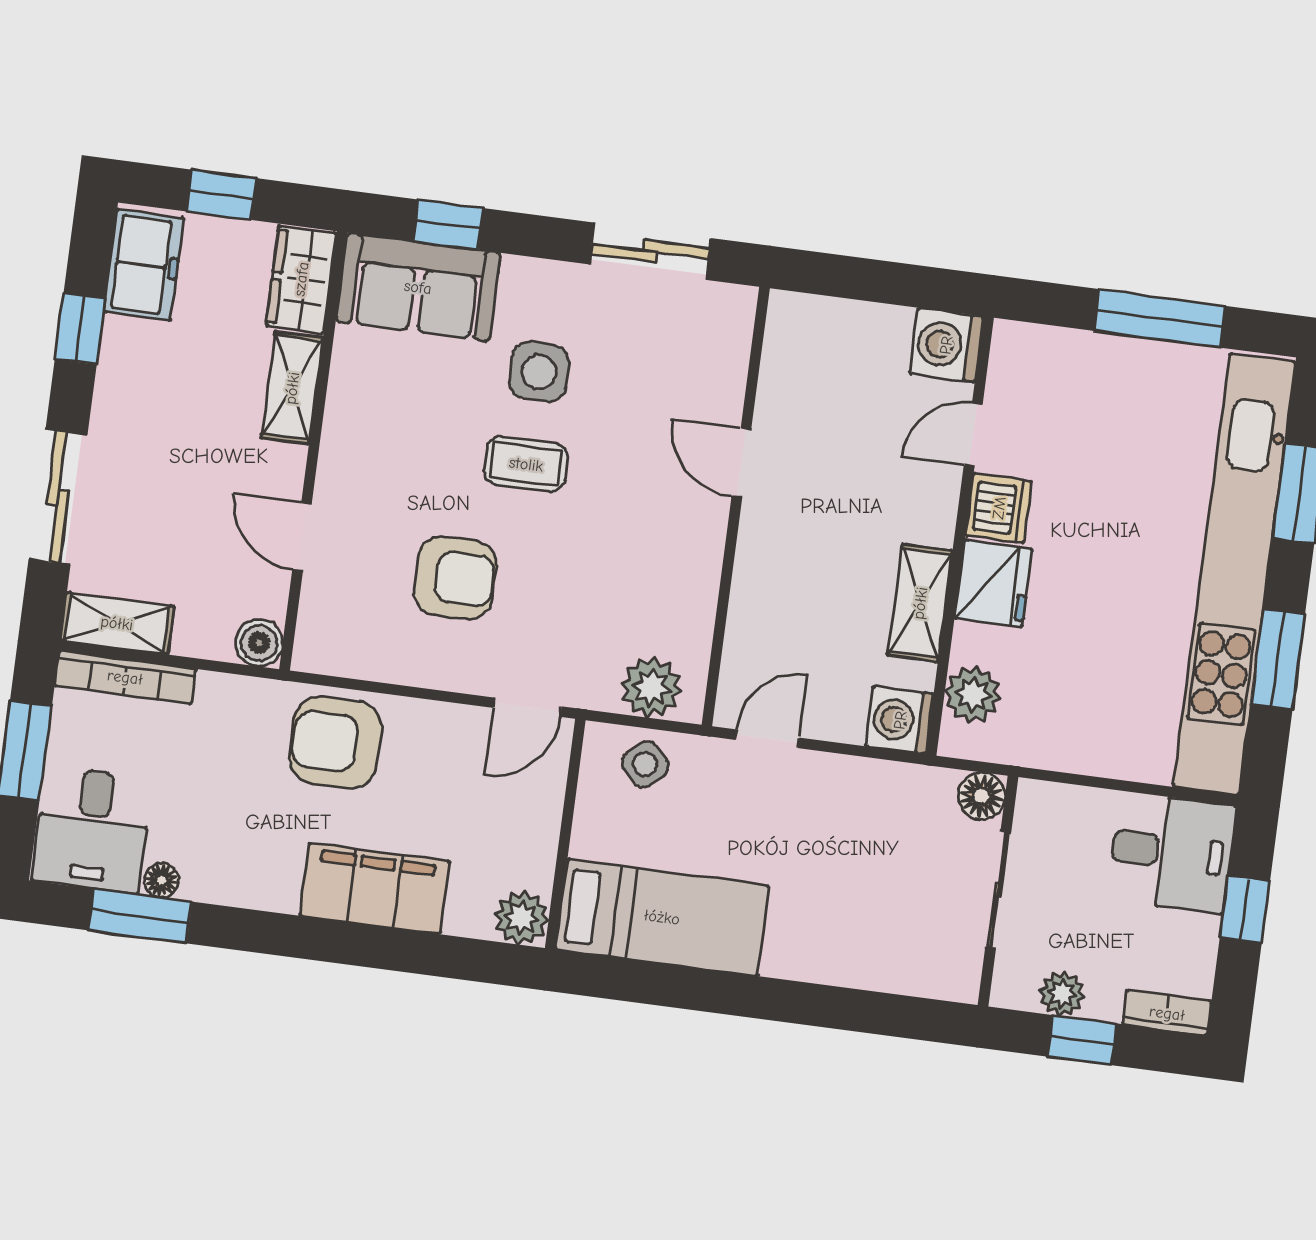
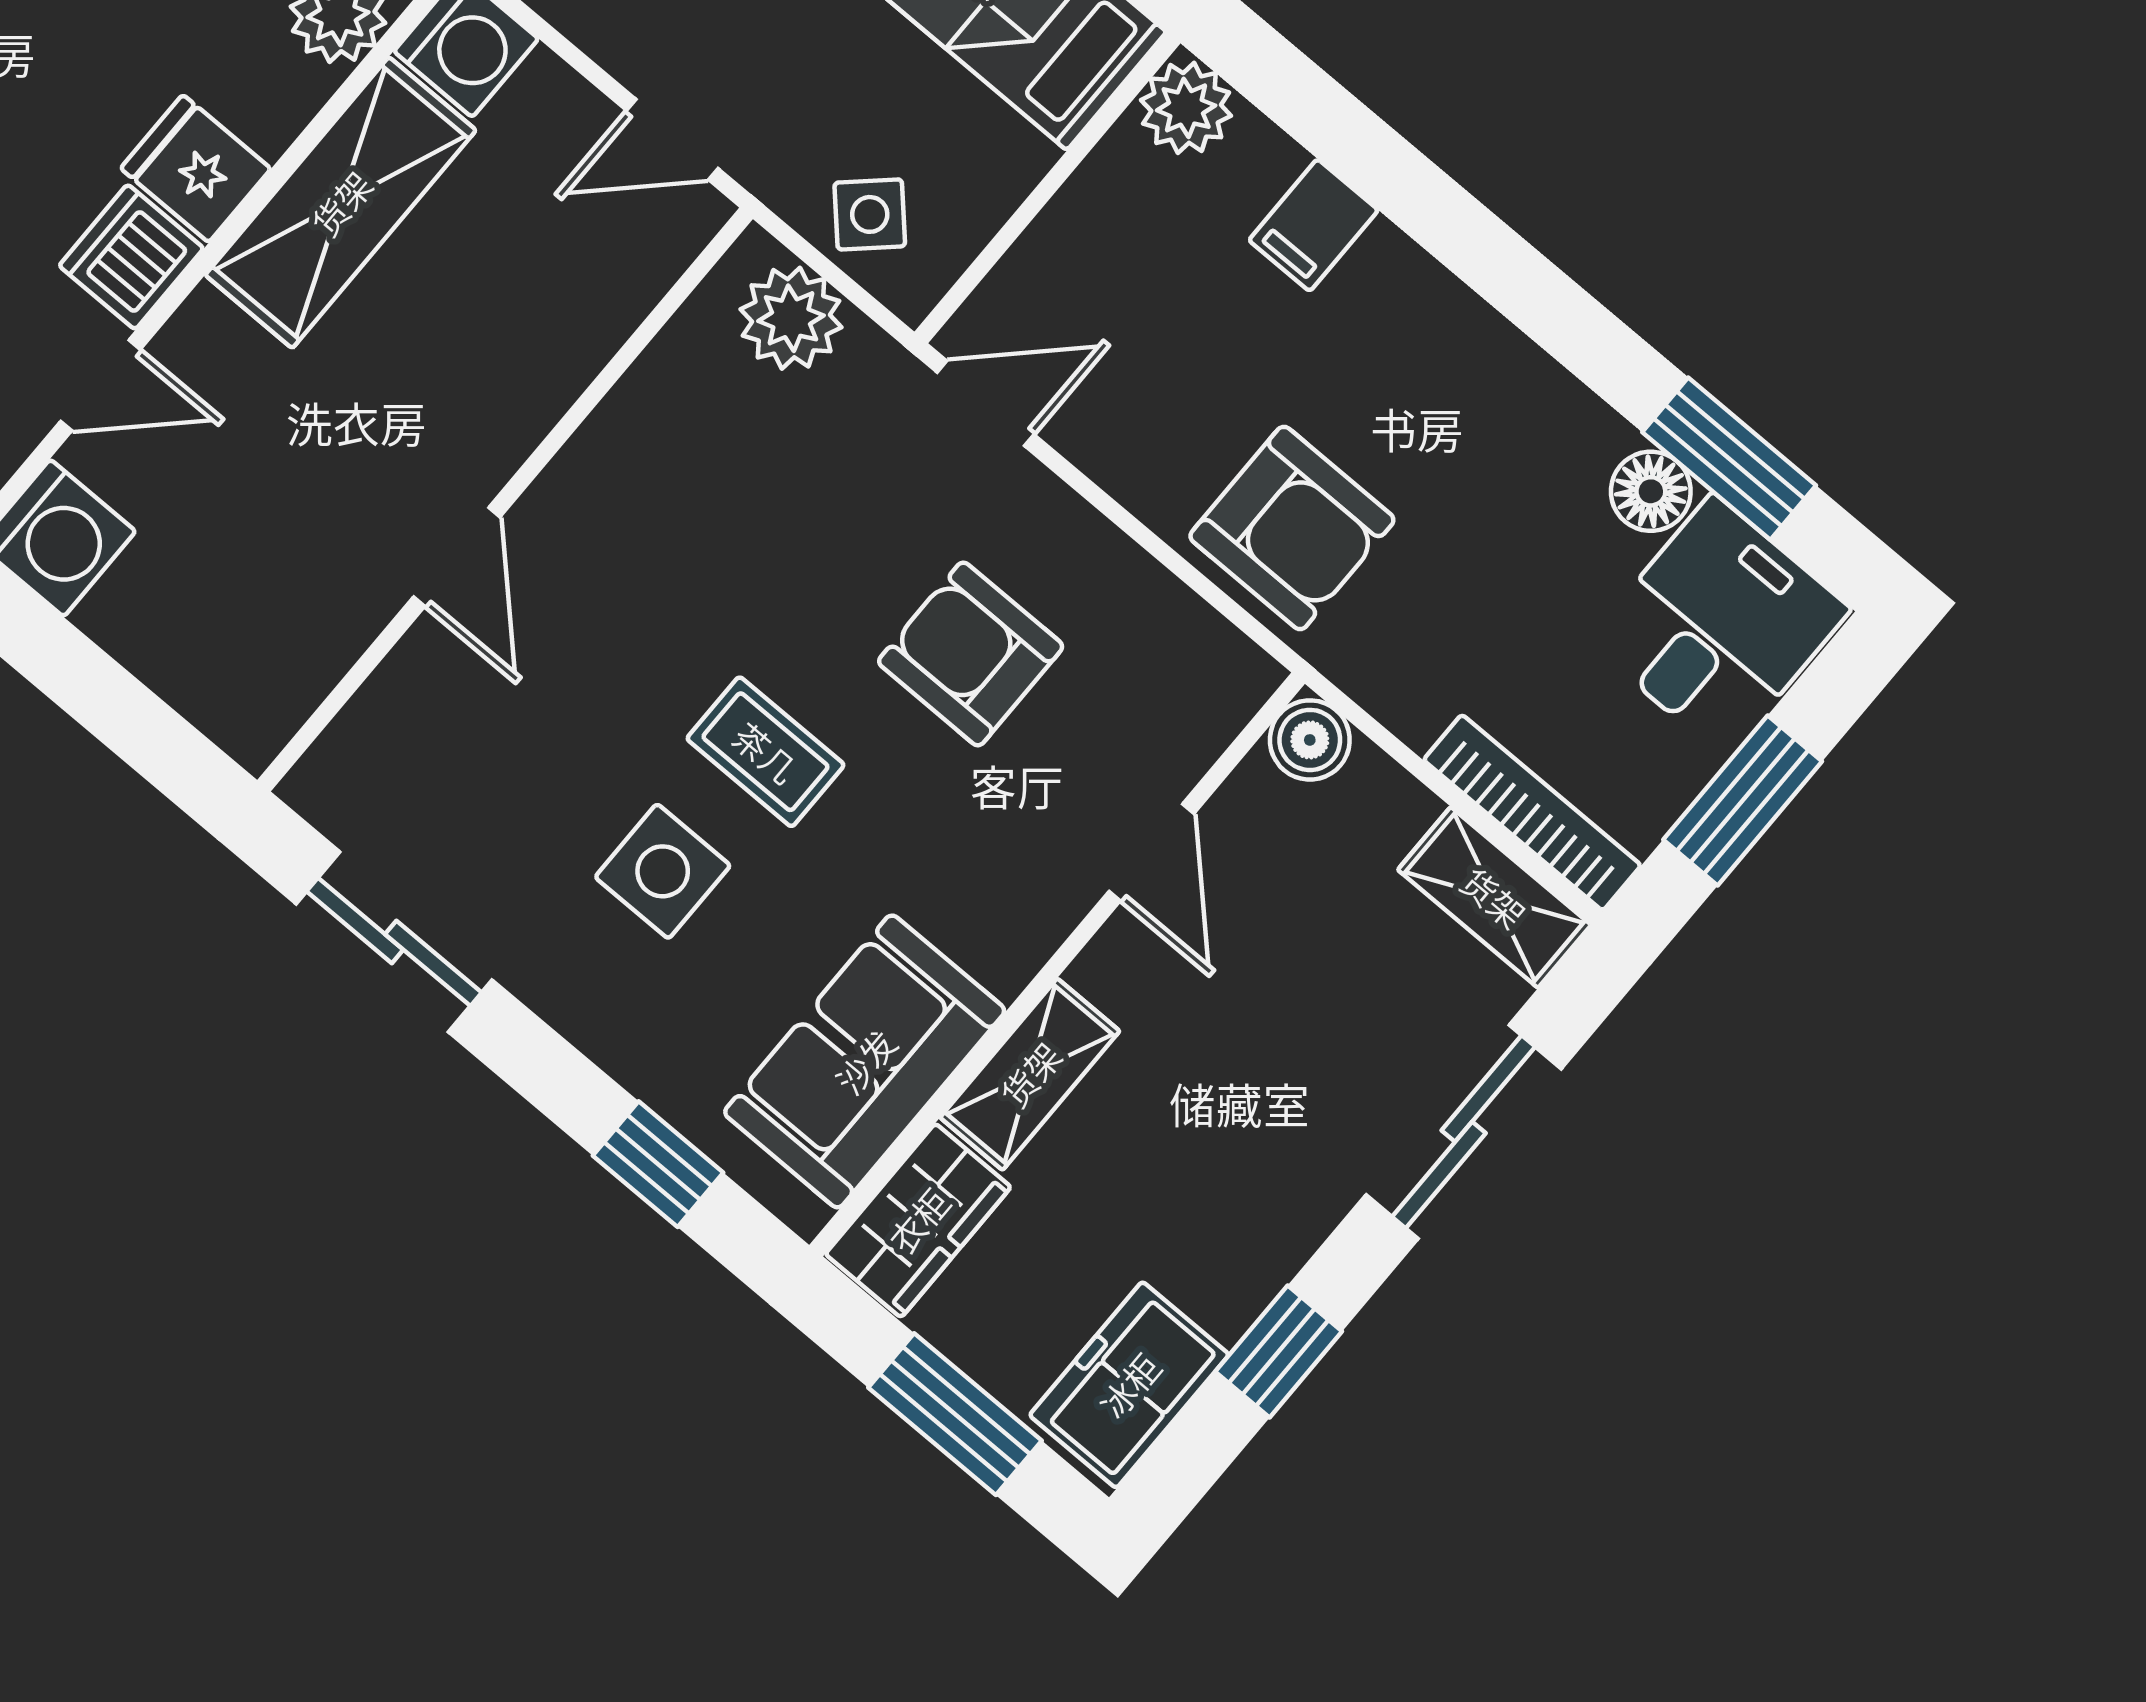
window: (221, 195) -> (955, 1414), width x1.50
sofa: (418, 287) -> (865, 1061), moved, turned -90
fridge: (993, 584) -> (196, 169), width x0.72
shelving: (920, 603) -> (341, 203), width x1.50, depth x1.33
floor lamp: (161, 880) -> (1651, 491), width x1.37, depth x1.37
filing cabinet: (375, 889) -> (1314, 225), width x0.33, depth x0.86

